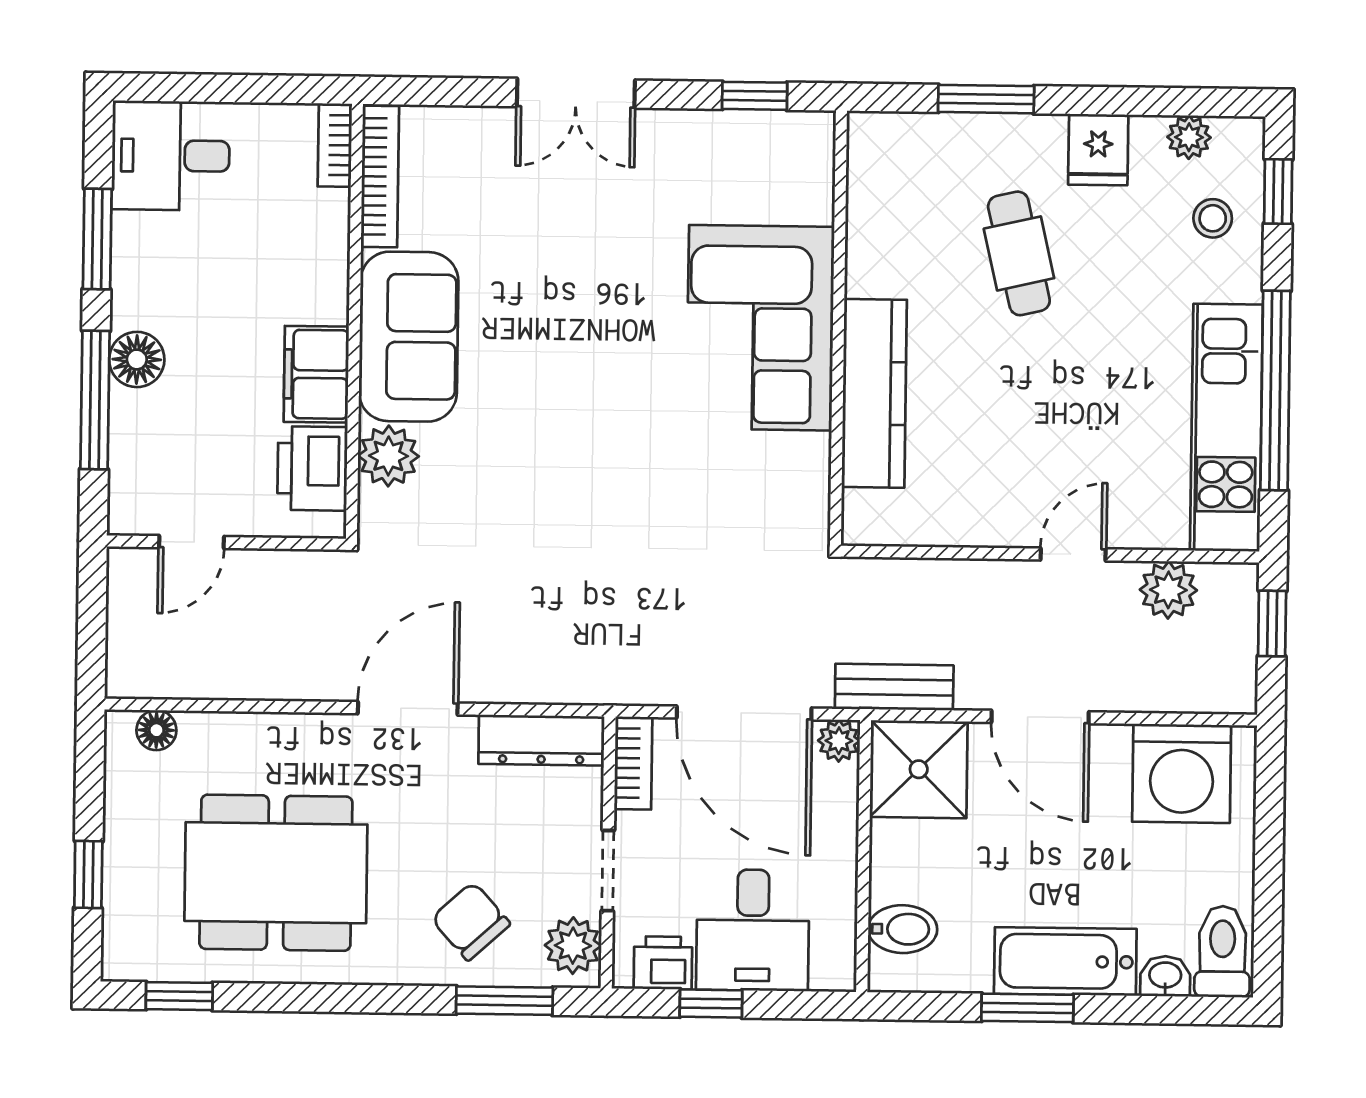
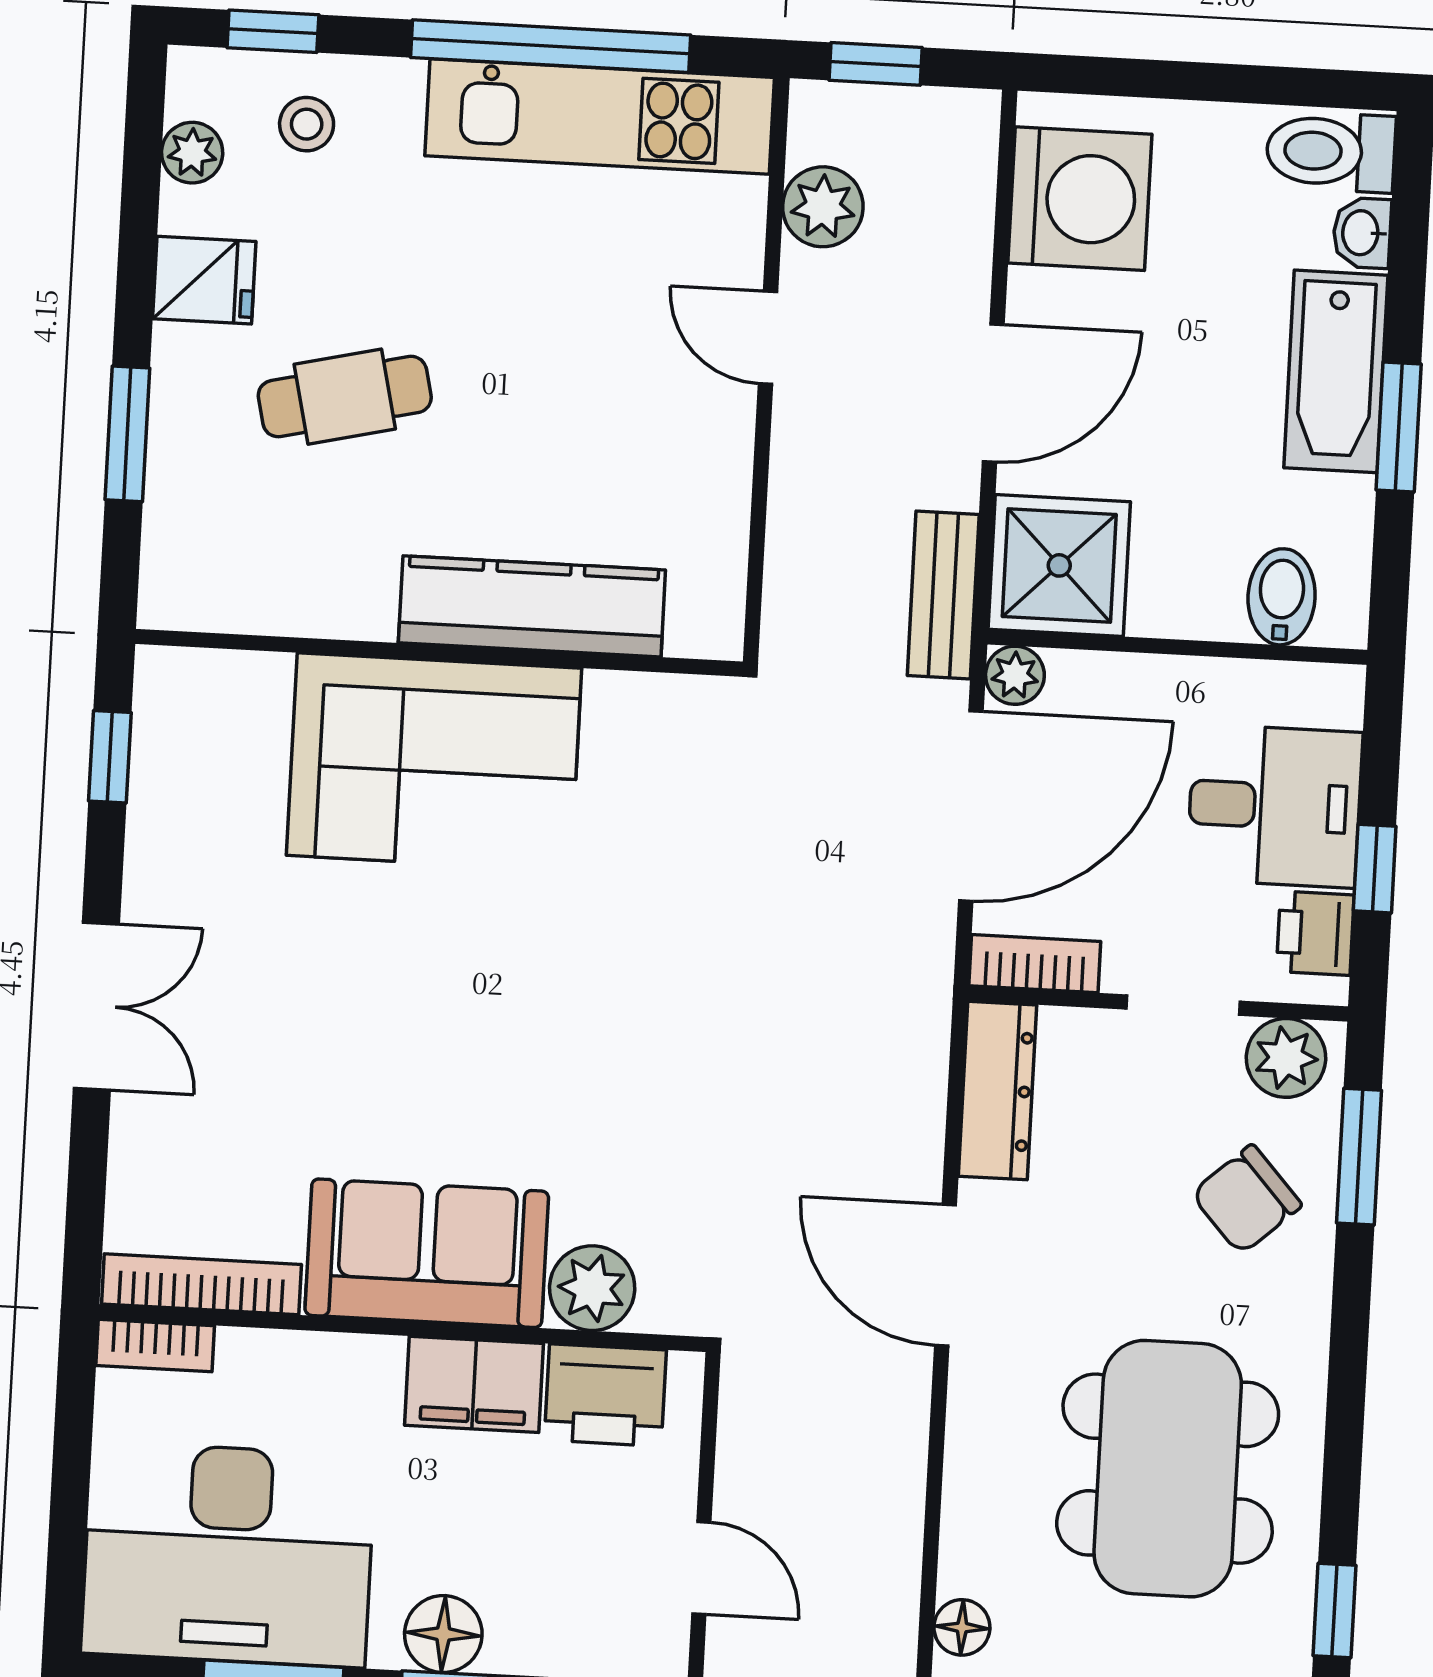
desk: (171, 156) -> (228, 1554), width x1.87, depth x1.30

